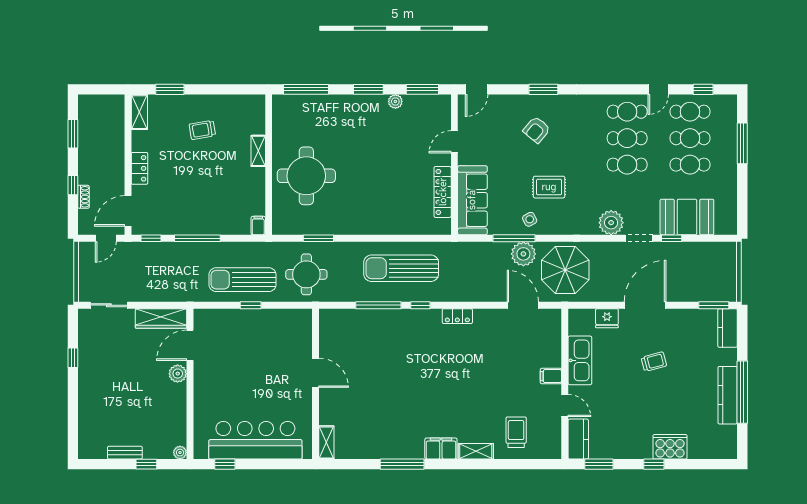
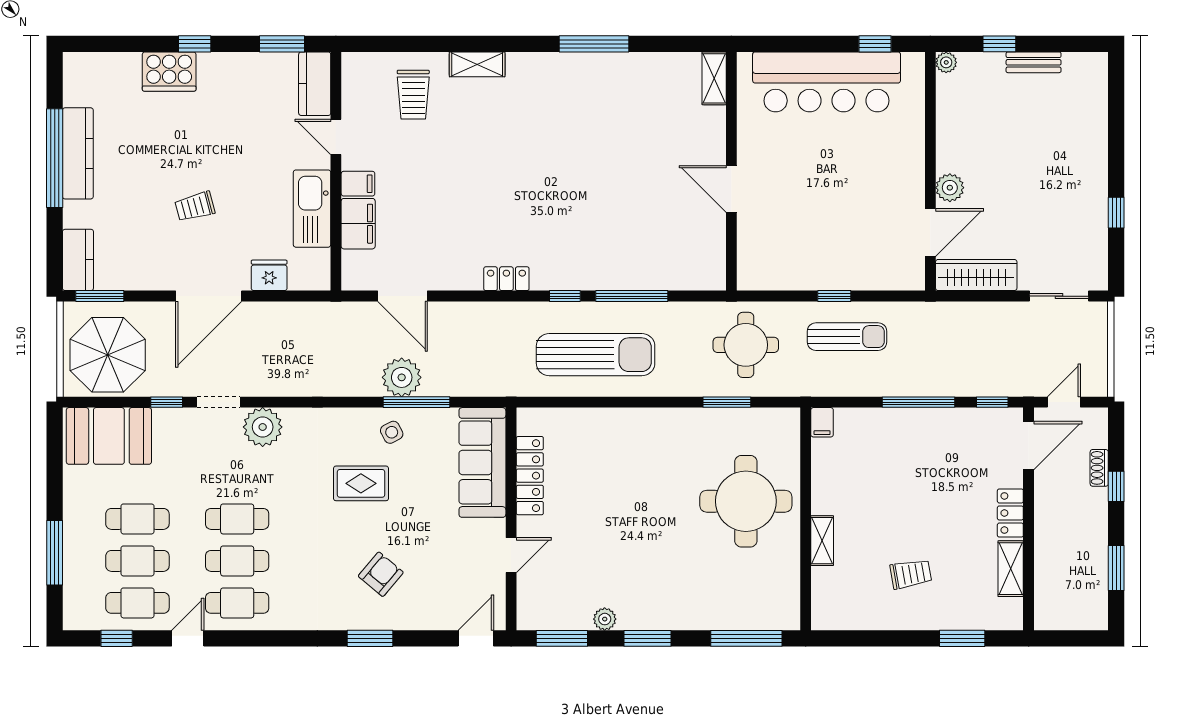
shelving: (139, 112) -> (1011, 569), moved
booth: (687, 217) -> (109, 436), moved
parasol: (565, 270) -> (108, 355), moved
sun lounger: (243, 280) -> (847, 337), width x0.73, depth x0.75
filing cabinet: (441, 449) -> (358, 224), moved, turned -90

